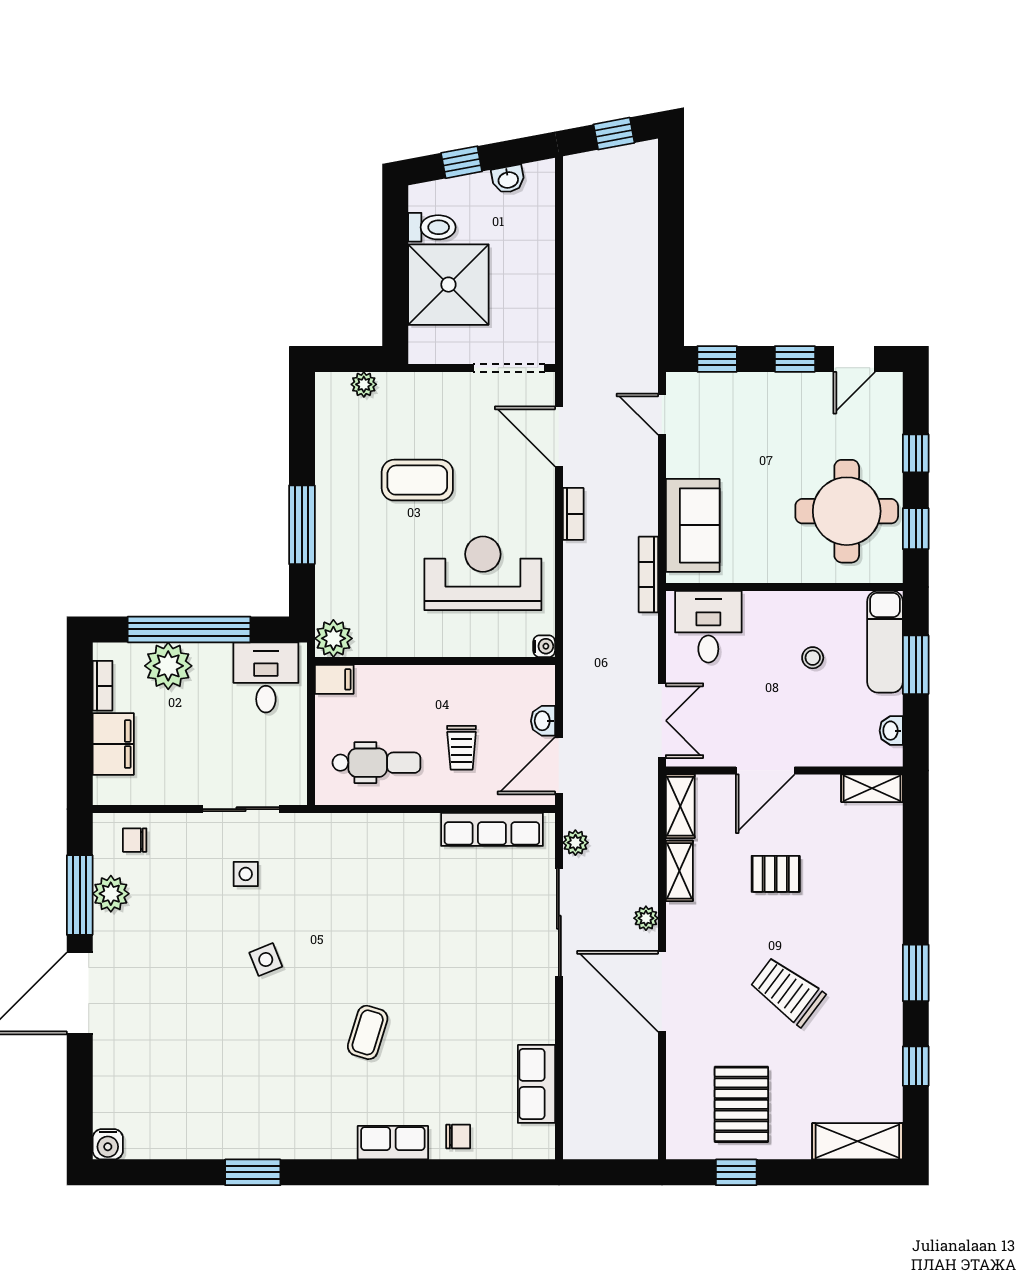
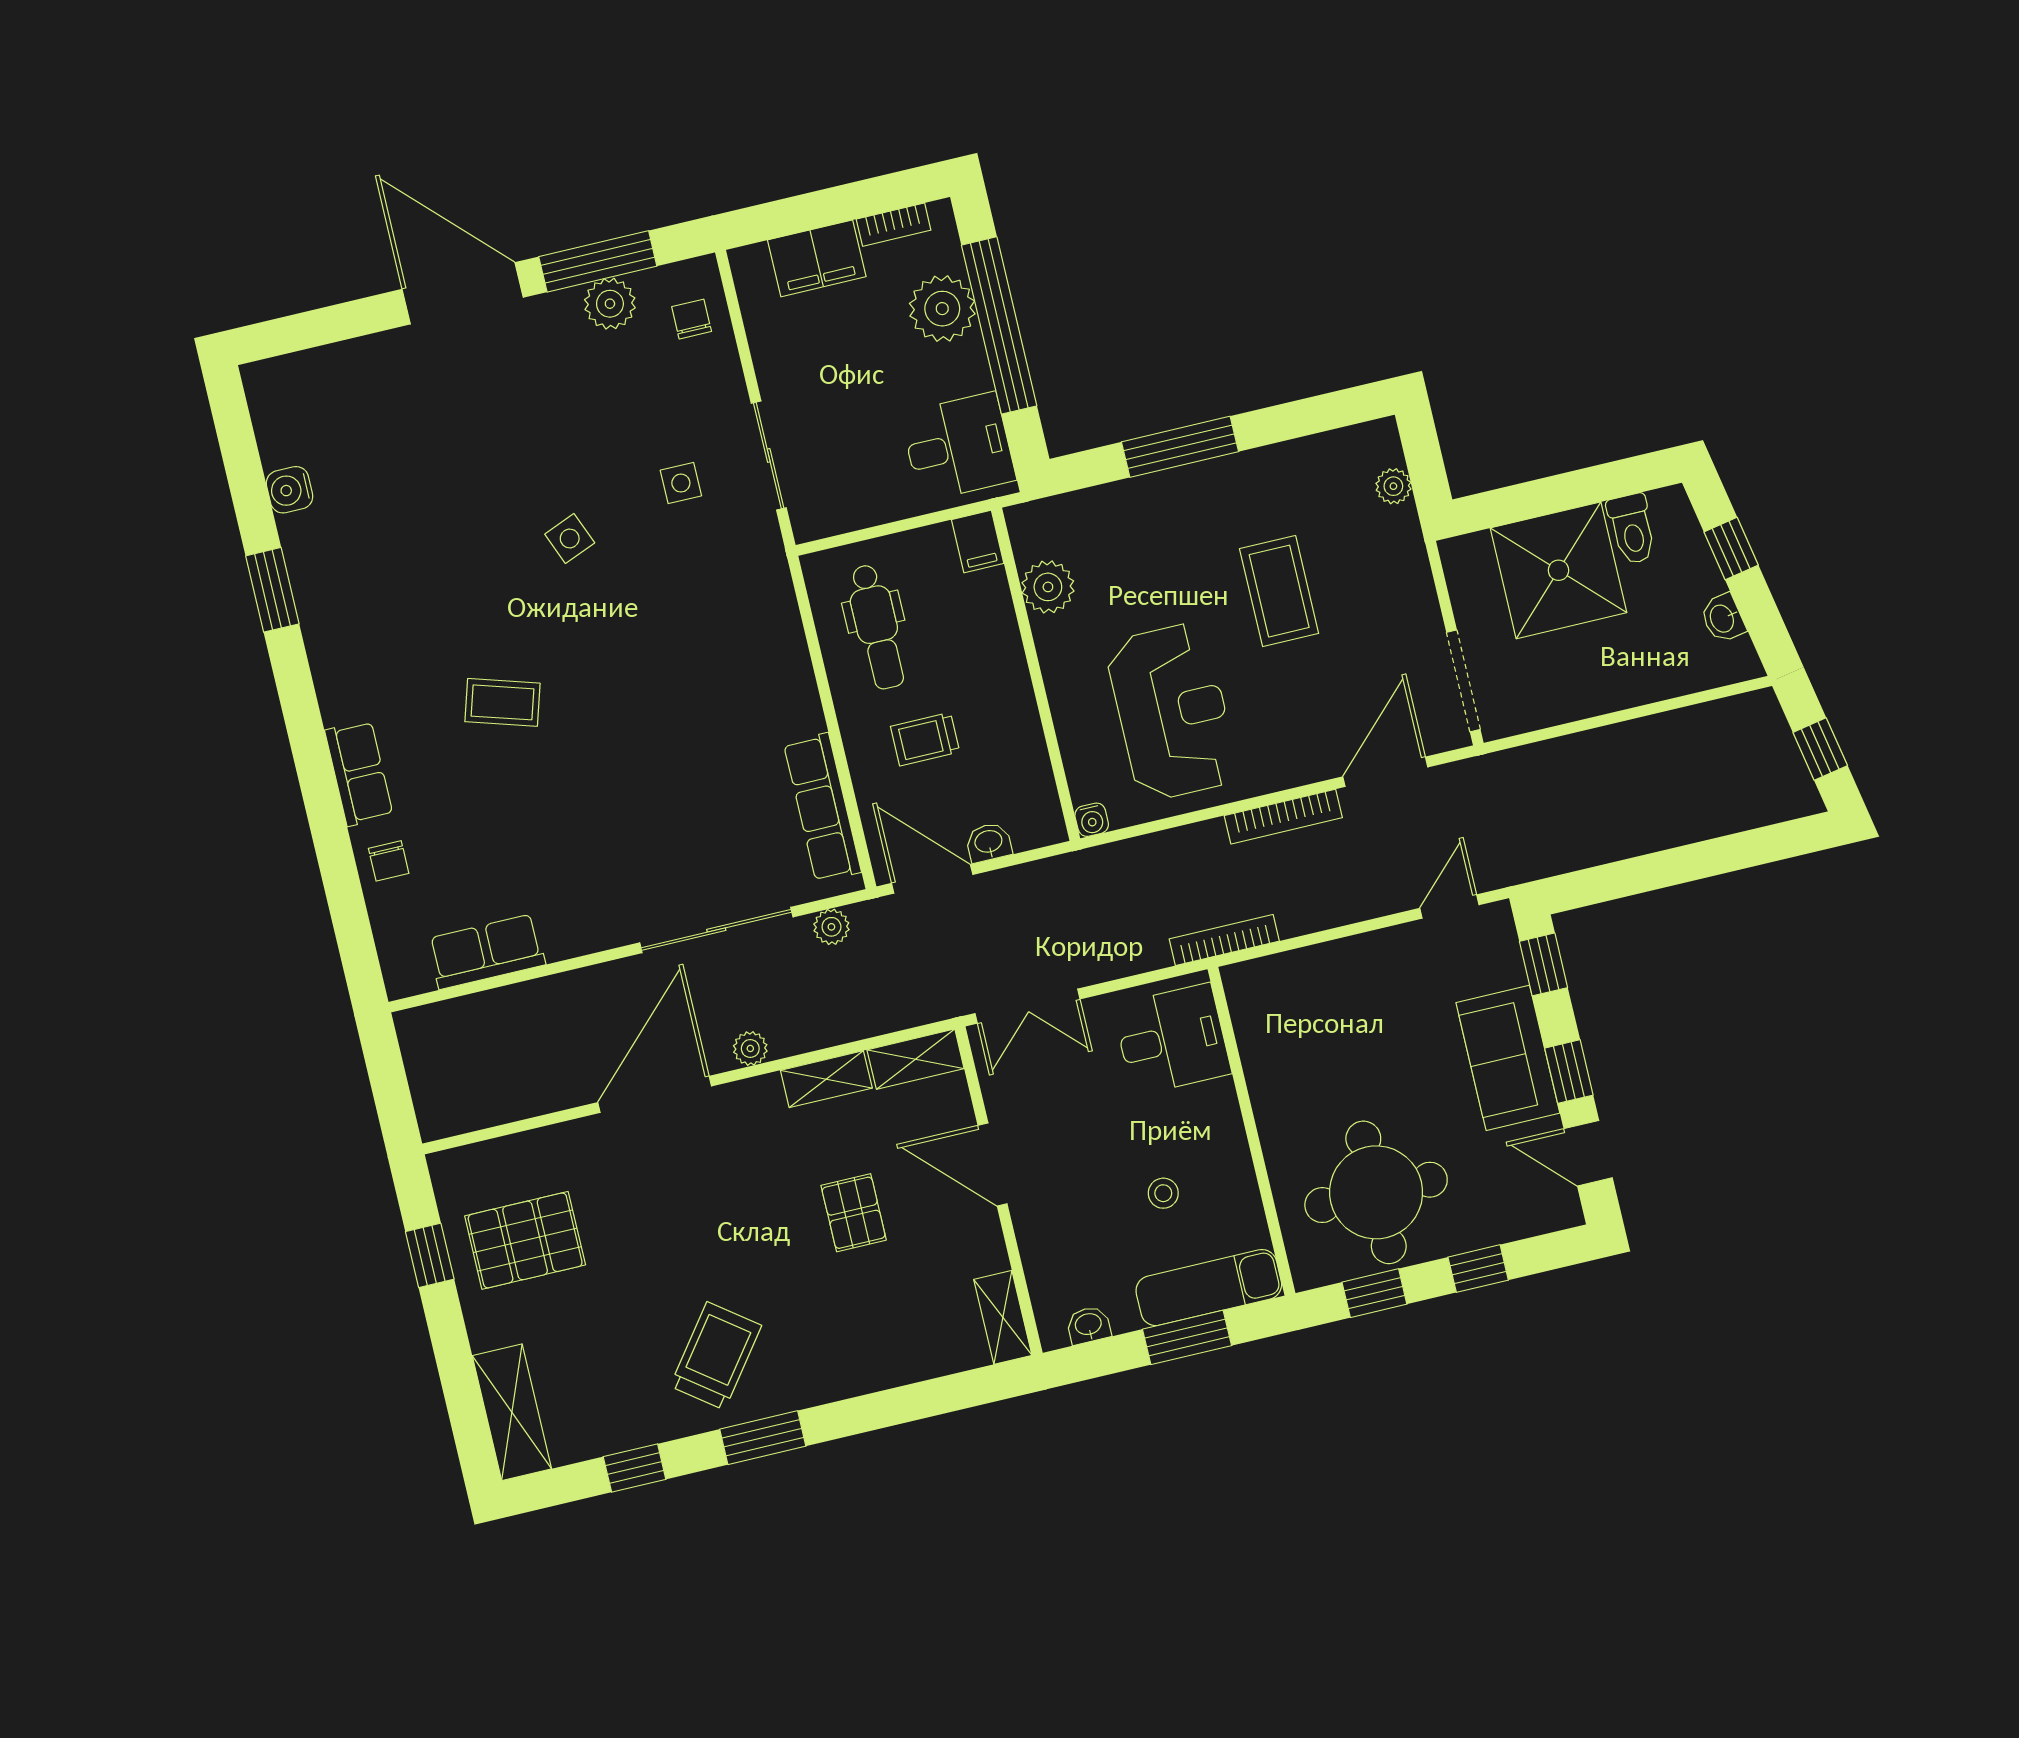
bookcase: (573, 514) -> (1283, 817), width x1.56
sofa: (693, 525) -> (1508, 1058), moved, turned 90
plant: (333, 638) -> (1048, 587), moved
trolley: (787, 991) -> (716, 1356), moved
water cooler: (108, 1144) -> (290, 490), moved

